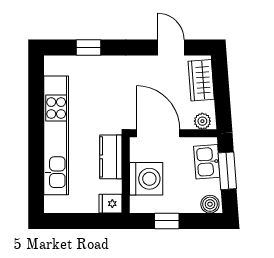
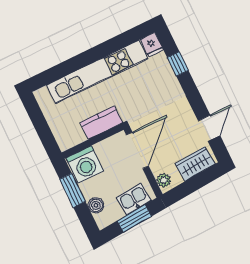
washing machine: (146, 179) -> (85, 164), moved
fridge: (110, 204) -> (152, 45), moved, turned 180
boiler: (210, 204) -> (96, 205), moved
window: (167, 221) -> (72, 190), width x1.50

